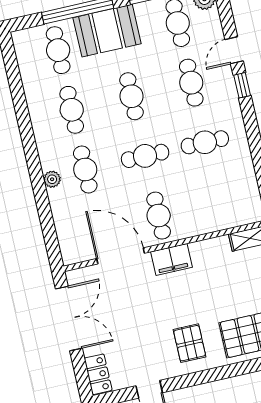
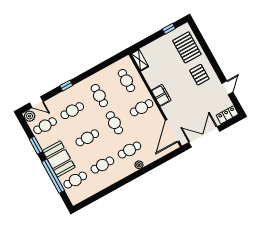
door: (234, 50) -> (36, 102), moved
cafe table: (218, 202) -> (126, 81), added
door: (121, 256) -> (172, 131), moved
pallet: (190, 343) -> (199, 75), turned 90

